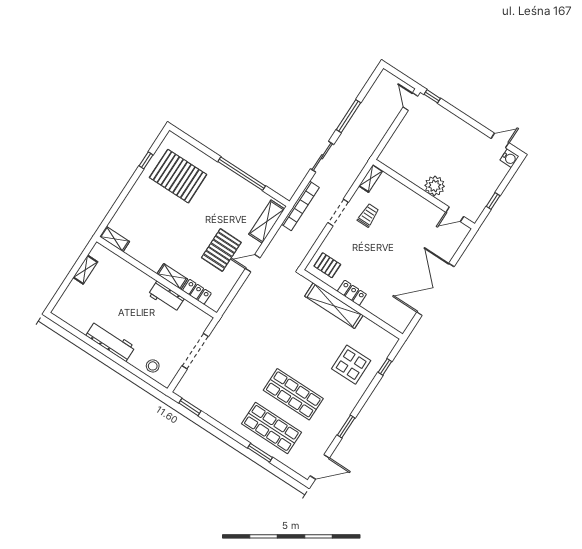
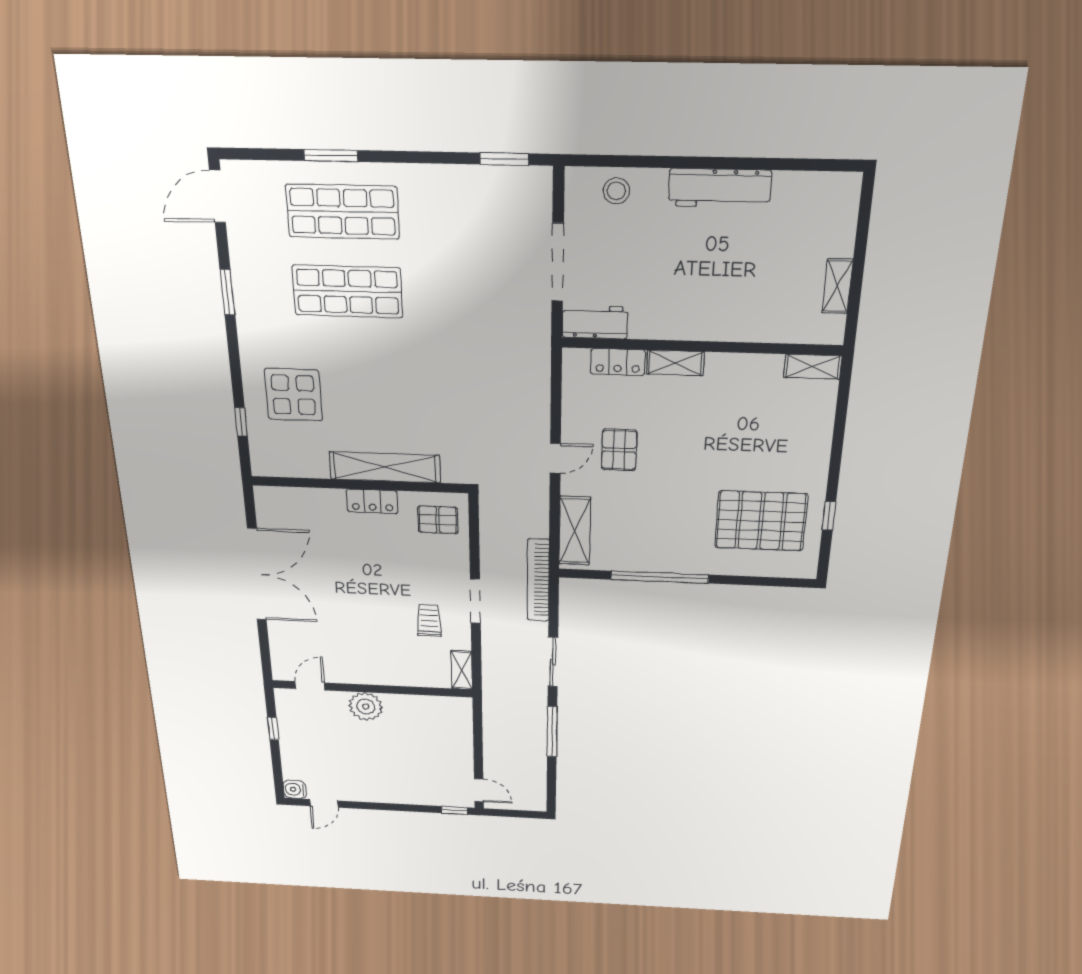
trolley: (368, 215) -> (429, 620), turned 180
pallet: (221, 250) -> (619, 450), width x0.67, depth x0.71
workbench: (166, 297) -> (595, 322), moved

